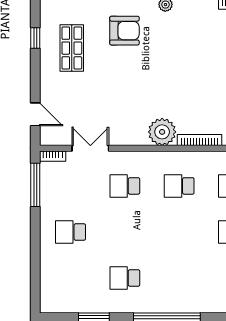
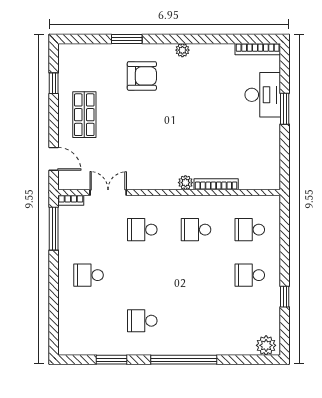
shop shelf: (72, 48) -> (84, 115), moved
plant: (162, 132) -> (185, 183), width x0.53, depth x0.53

